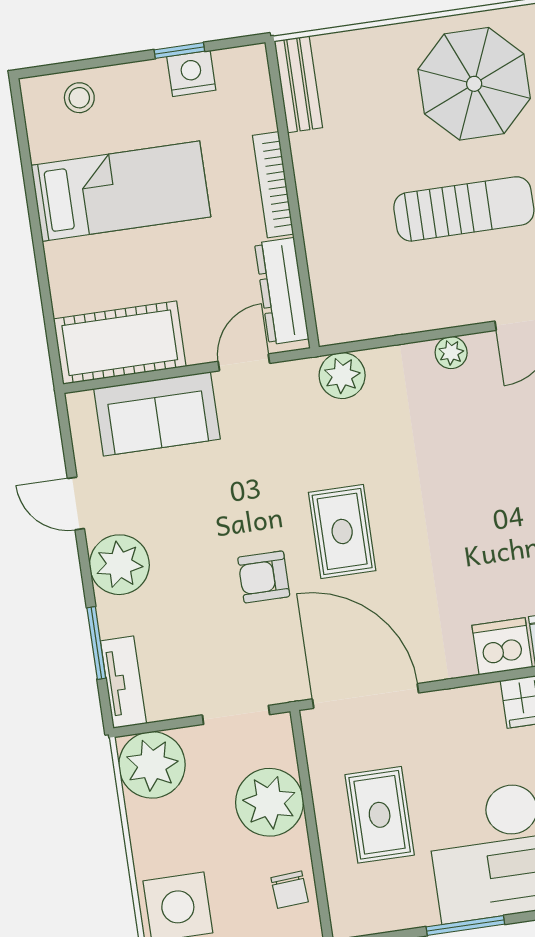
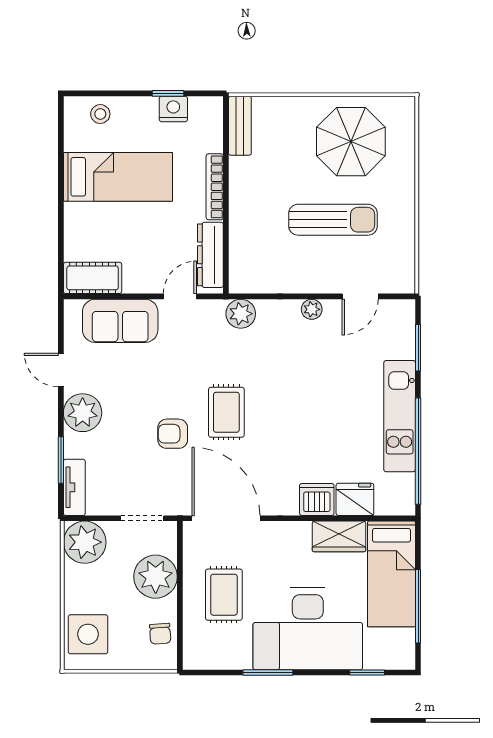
cot: (120, 343) -> (93, 278), width x0.73, depth x0.75

